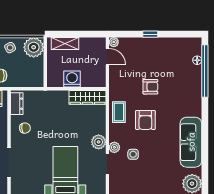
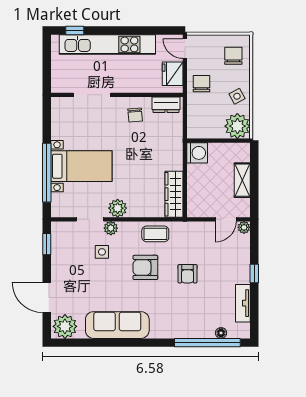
shelving: (65, 43) -> (242, 180), moved
tv unit: (174, 43) -> (243, 303), added
washing machine: (72, 79) -> (197, 153), moved

